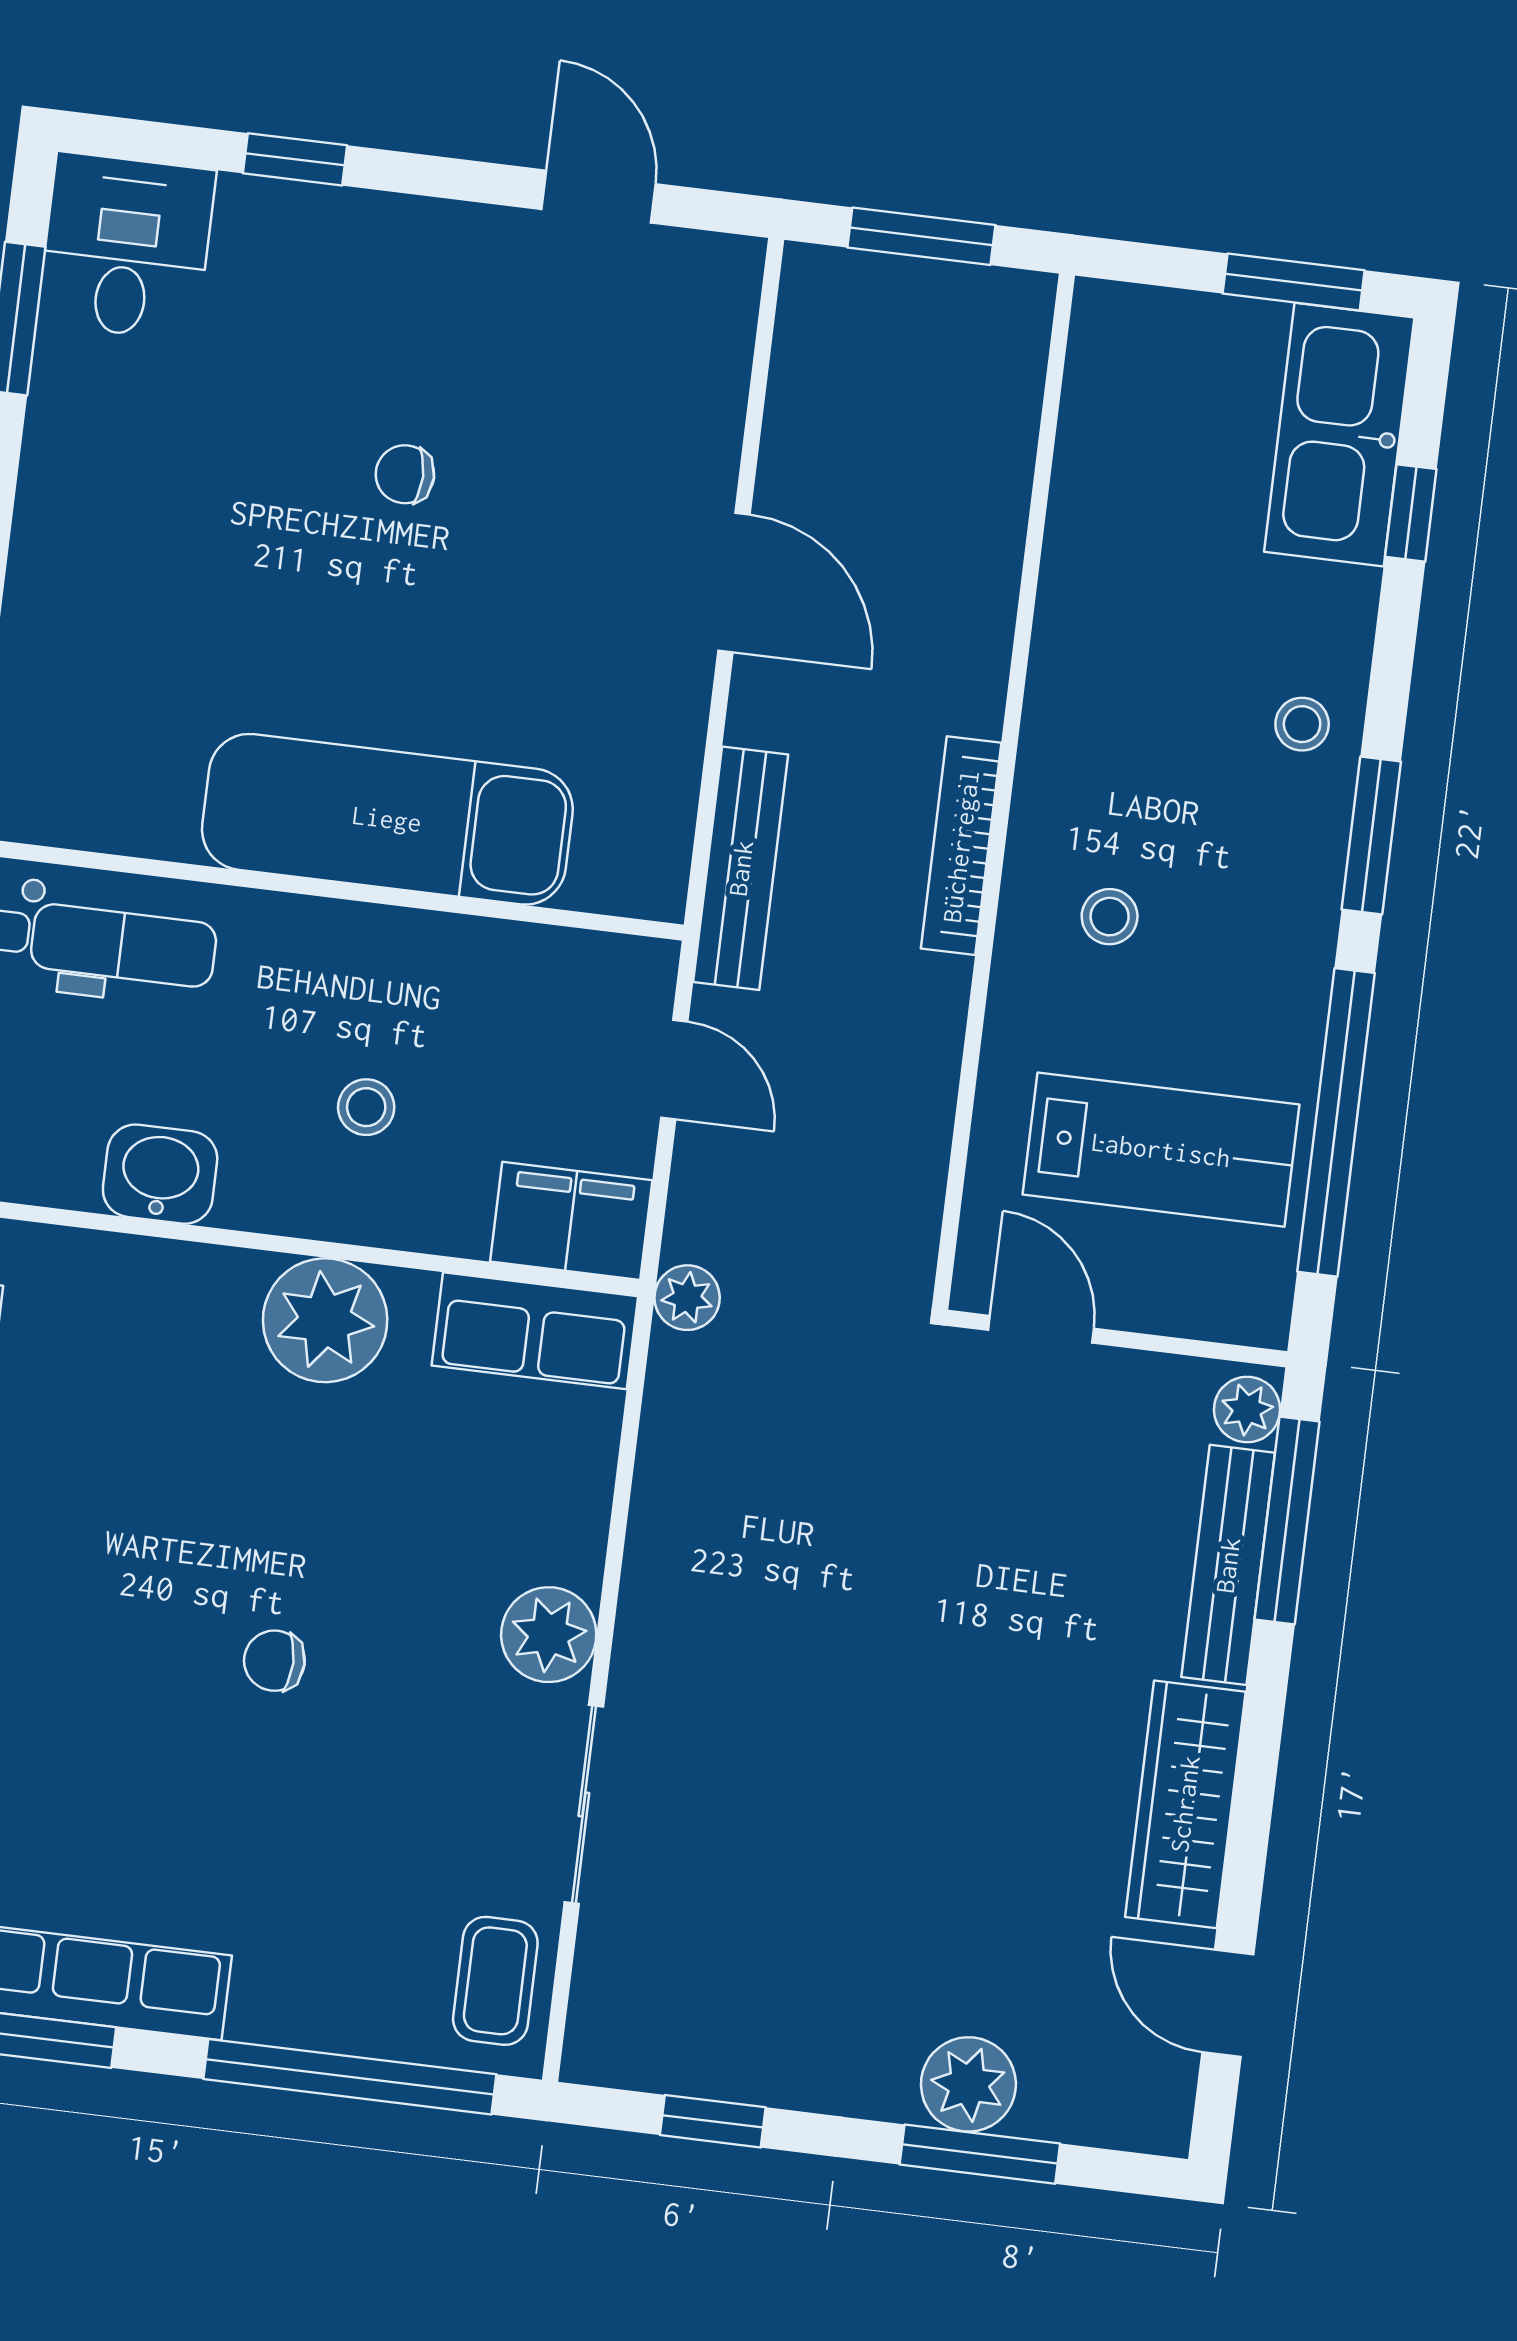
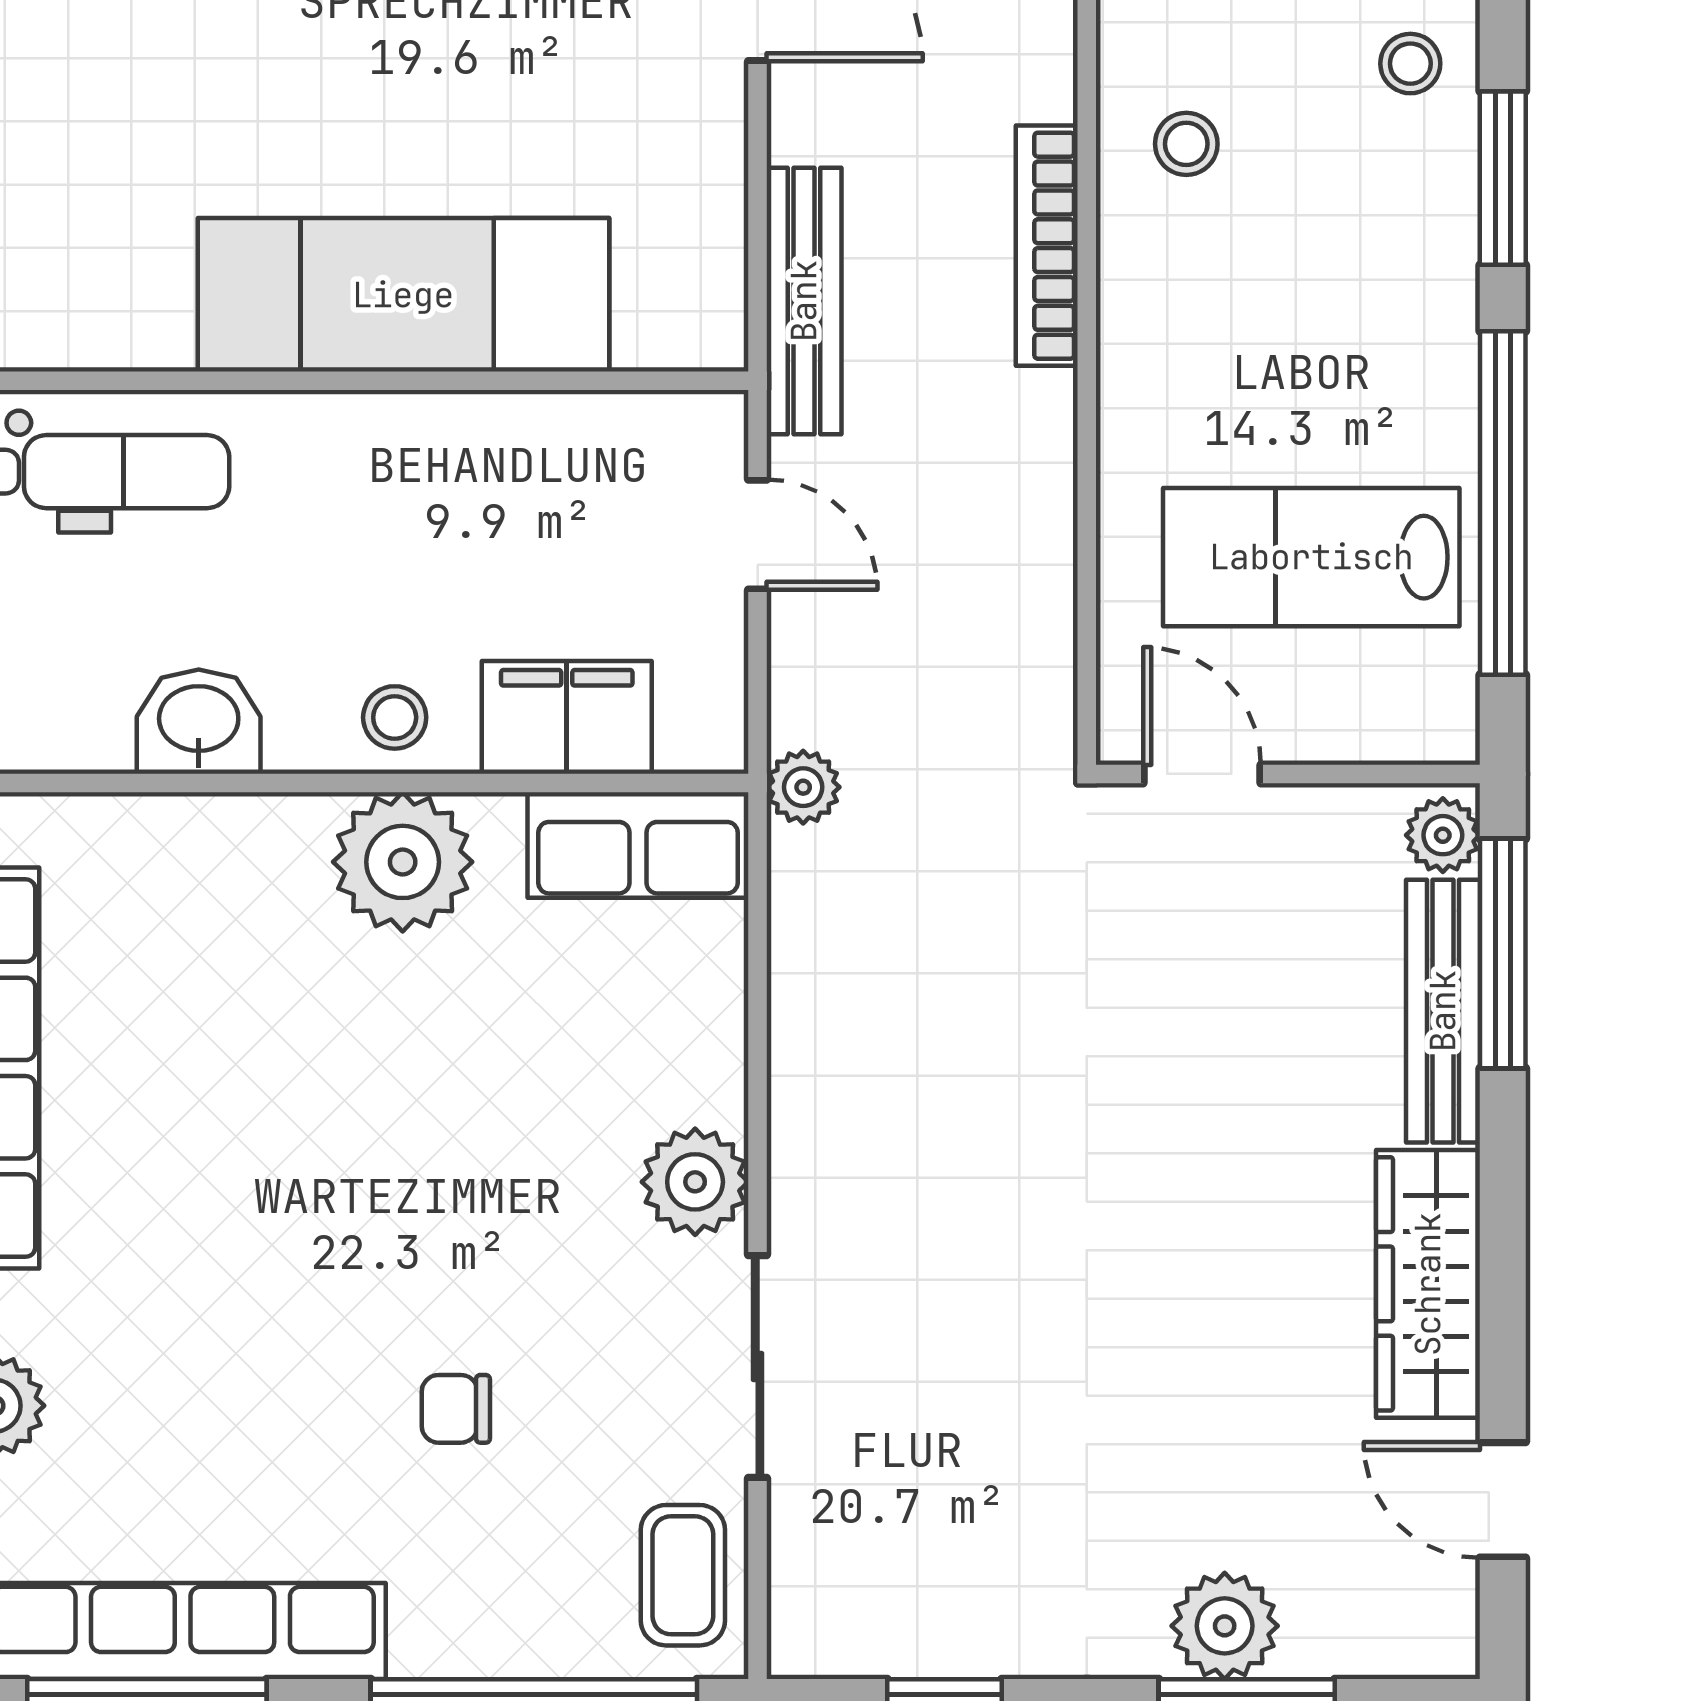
stool: (1110, 917) -> (1186, 144), moved
stool: (366, 1107) -> (395, 717), moved
lab bench: (1161, 1150) -> (1311, 557), turned 180
filing cabinet: (571, 1221) -> (567, 717), moved
chair: (274, 1661) -> (456, 1409), moved

